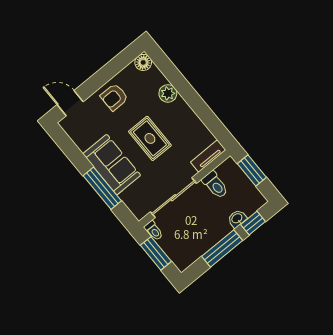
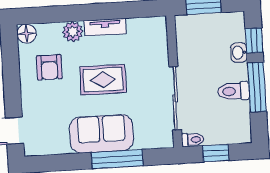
armchair: (114, 97) -> (49, 67), moved
tv unit: (208, 156) -> (105, 27), moved, turned -90
toilet: (215, 185) -> (233, 91), moved, turned 180
window: (156, 253) -> (216, 153), width x0.67

